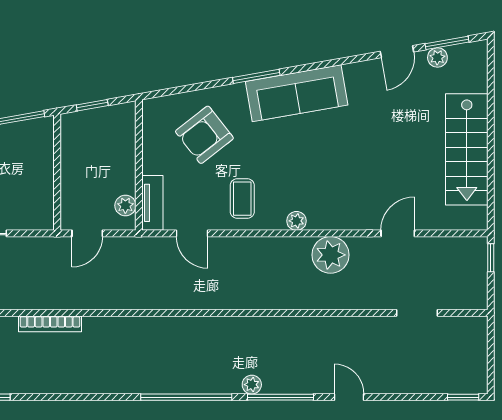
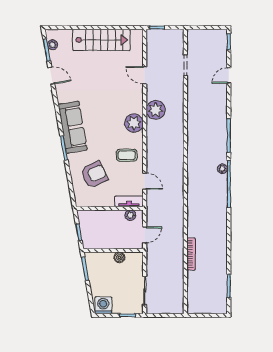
plant: (437, 58) -> (52, 45), moved
armchair: (204, 135) -> (94, 175), turned -77
boiler: (43, 184) -> (119, 257), added
plant: (296, 221) -> (134, 123), width x1.87, depth x1.87
door: (87, 233) -> (145, 235), hinge flipped
door: (192, 233) -> (145, 181), hinge flipped
plant: (252, 385) -> (222, 169), moved
door: (349, 397) -> (229, 76), moved

